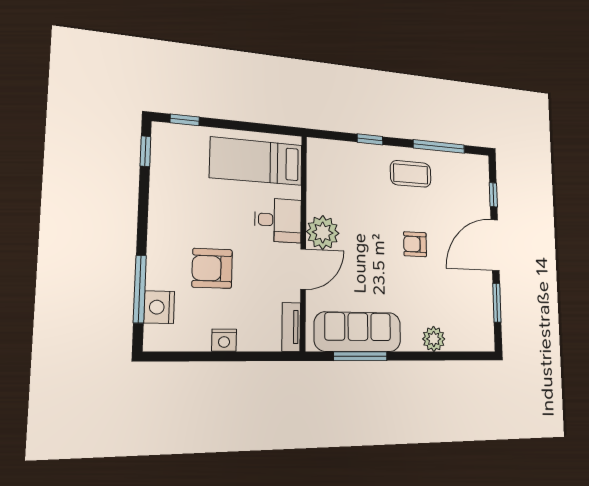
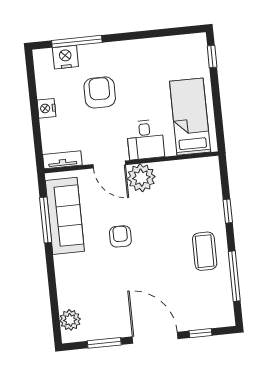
window: (145, 151) -> (181, 31), removed
armchair: (415, 244) -> (120, 236), moved
plant: (434, 339) -> (70, 320), moved

